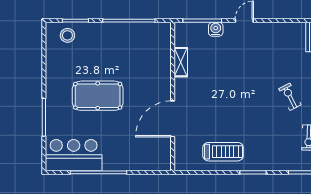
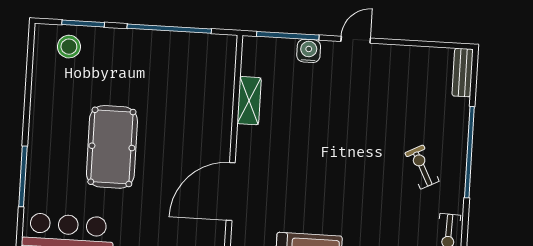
pool table: (98, 96) -> (112, 147), turned 90

